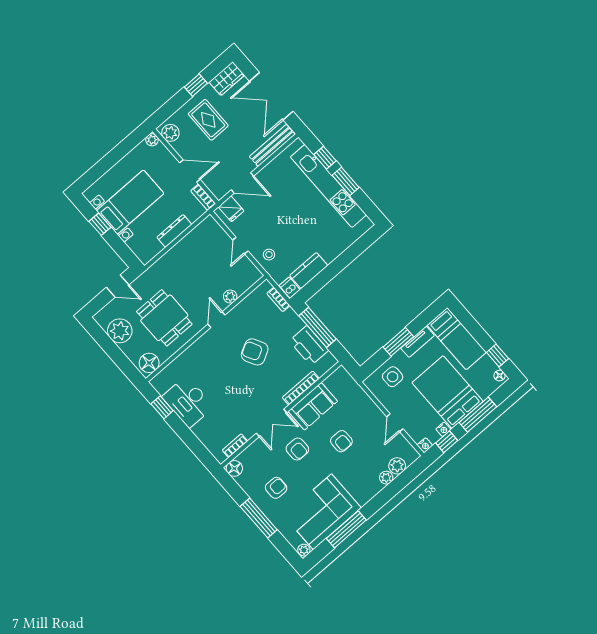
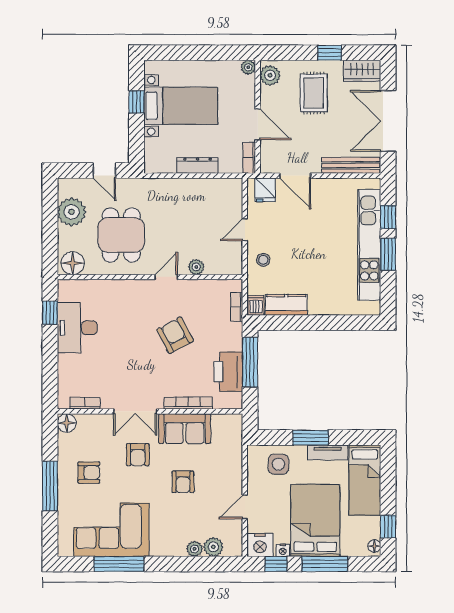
nightstand: (425, 445) -> (260, 545), width x1.89, depth x1.79
plant: (304, 550) -> (65, 549), removed

